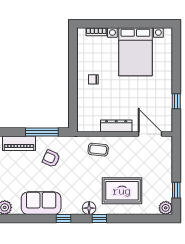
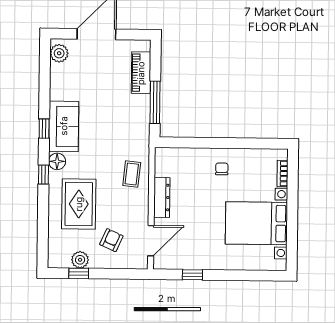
armchair: (51, 158) -> (111, 240), moved
sofa: (41, 203) -> (64, 126), moved
plant: (166, 208) -> (80, 260), moved

